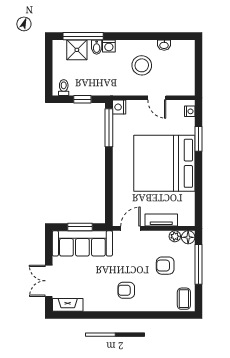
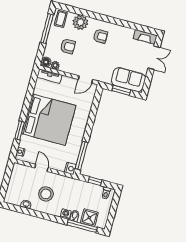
tv unit: (161, 220) -> (49, 76), moved
sofa: (82, 243) -> (128, 80), width x0.73
window: (198, 264) -> (47, 29), moved
plant: (157, 301) -> (80, 22), added

